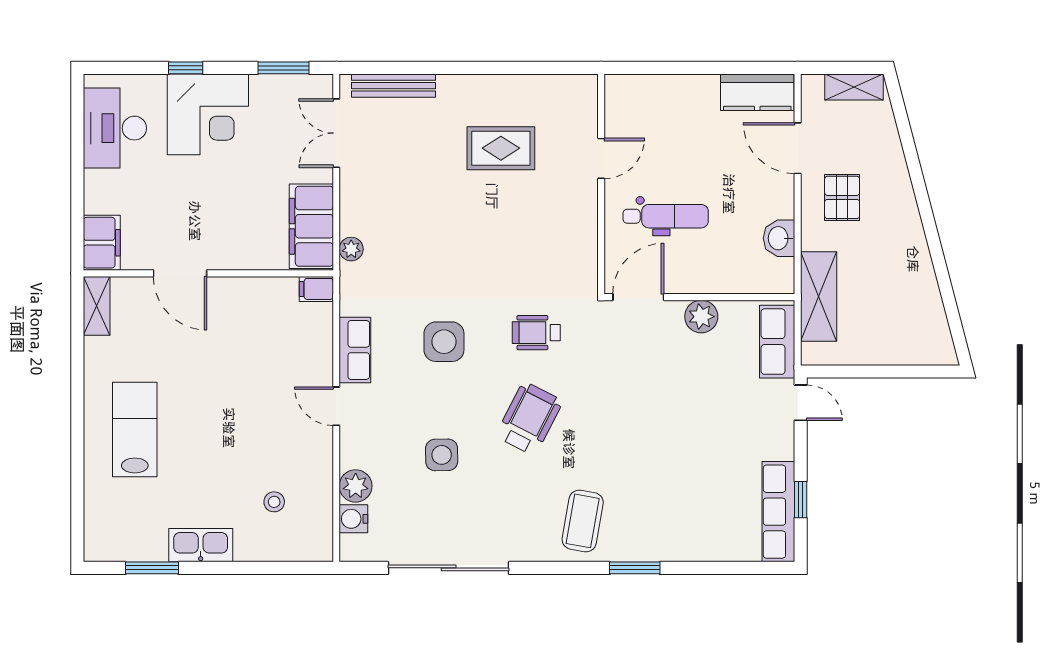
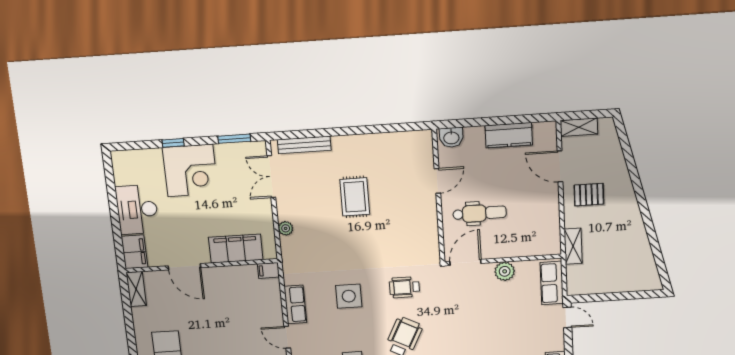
shelving: (854, 87) -> (579, 127), moved
kitchen counter: (757, 92) -> (509, 135), moved
desk: (115, 128) -> (137, 210), moved
rug: (501, 148) -> (355, 197), moved, turned 90
pallet: (842, 197) -> (589, 195), turned 90
filing cabinet: (311, 226) -> (236, 249), moved, turned 90
washbasin: (779, 238) -> (451, 137), moved, turned -90
plant: (351, 249) -> (286, 228), moved
shelving: (819, 296) -> (573, 246), width x0.67, depth x0.75

